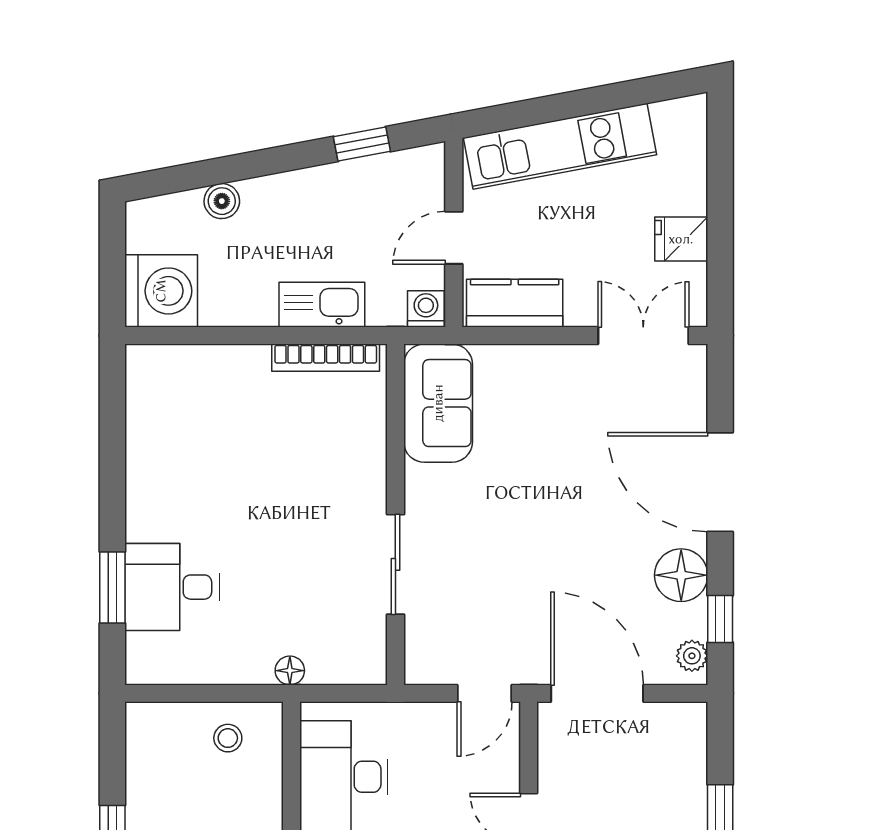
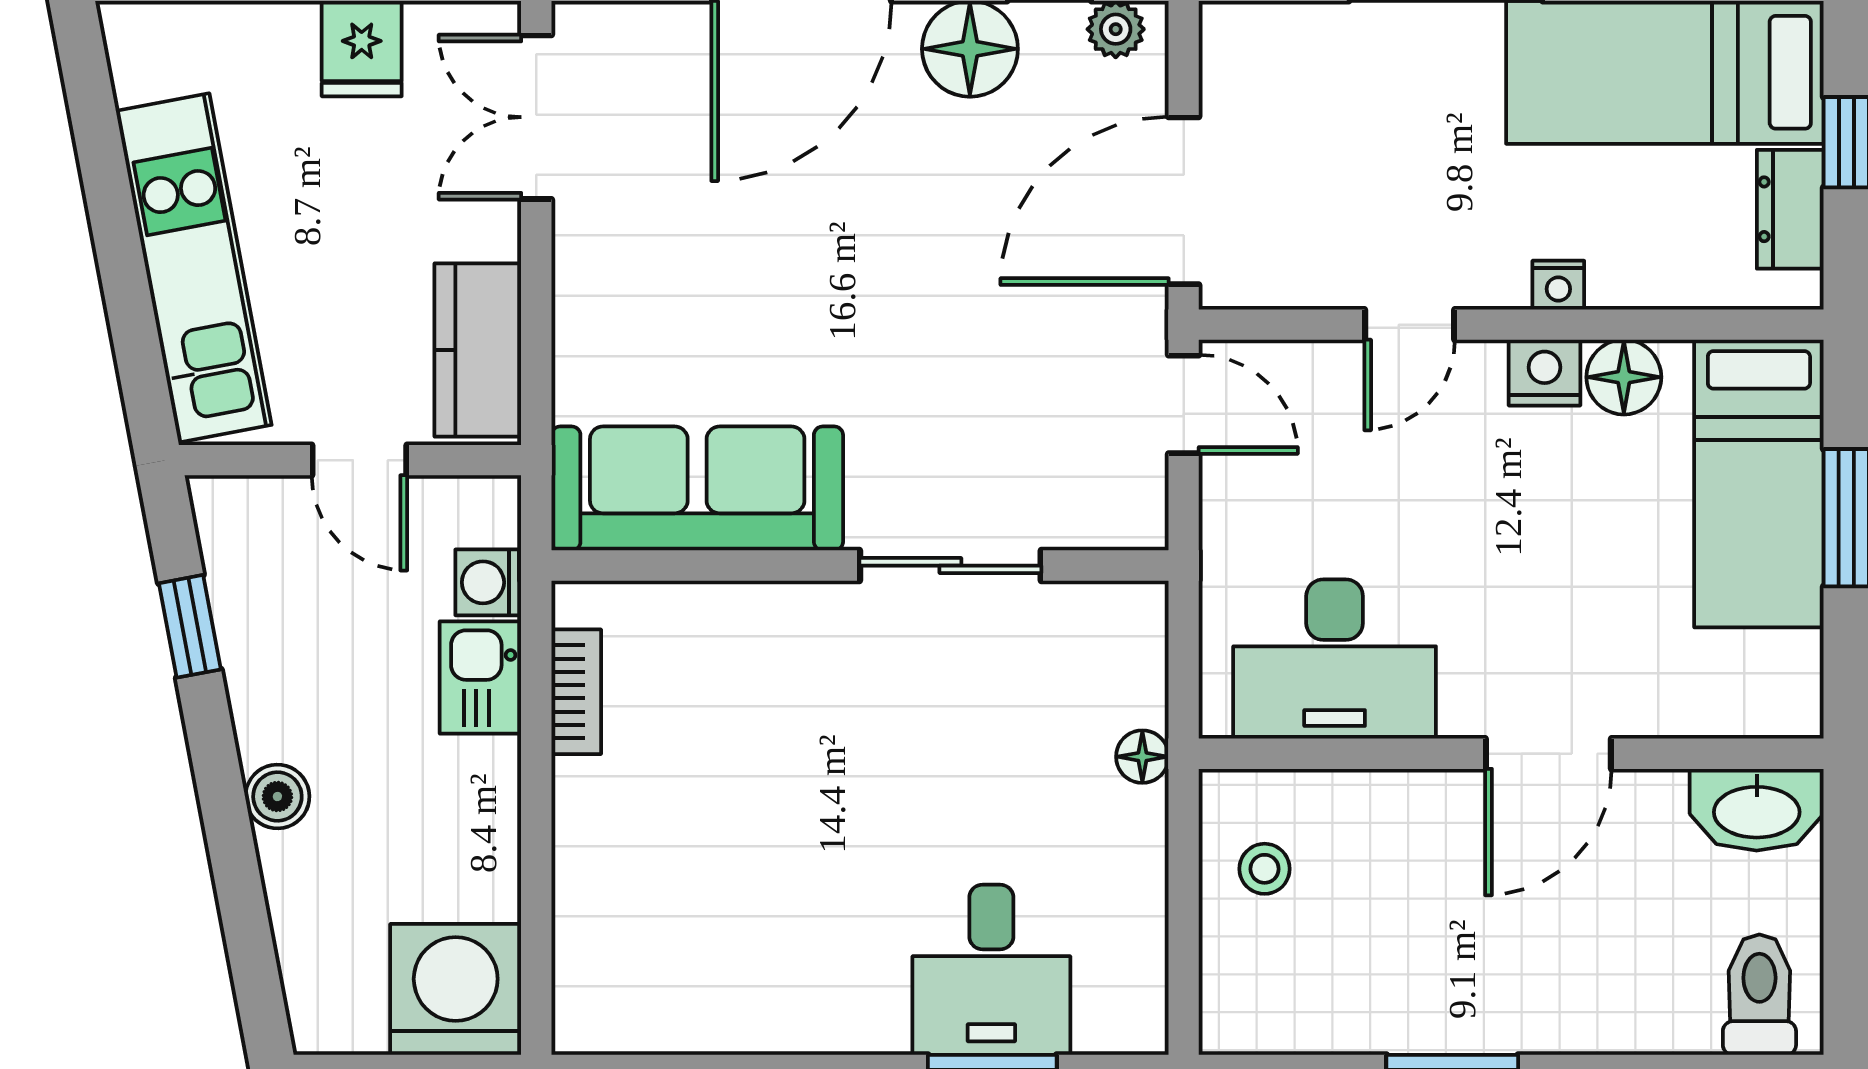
boiler: (222, 201) -> (277, 797), moved
kitchen sink: (322, 305) -> (480, 678), width x0.73
washing machine: (426, 309) -> (488, 582), moved
bookcase: (326, 358) -> (576, 692), width x0.64
sofa: (438, 403) -> (697, 488), width x1.36

